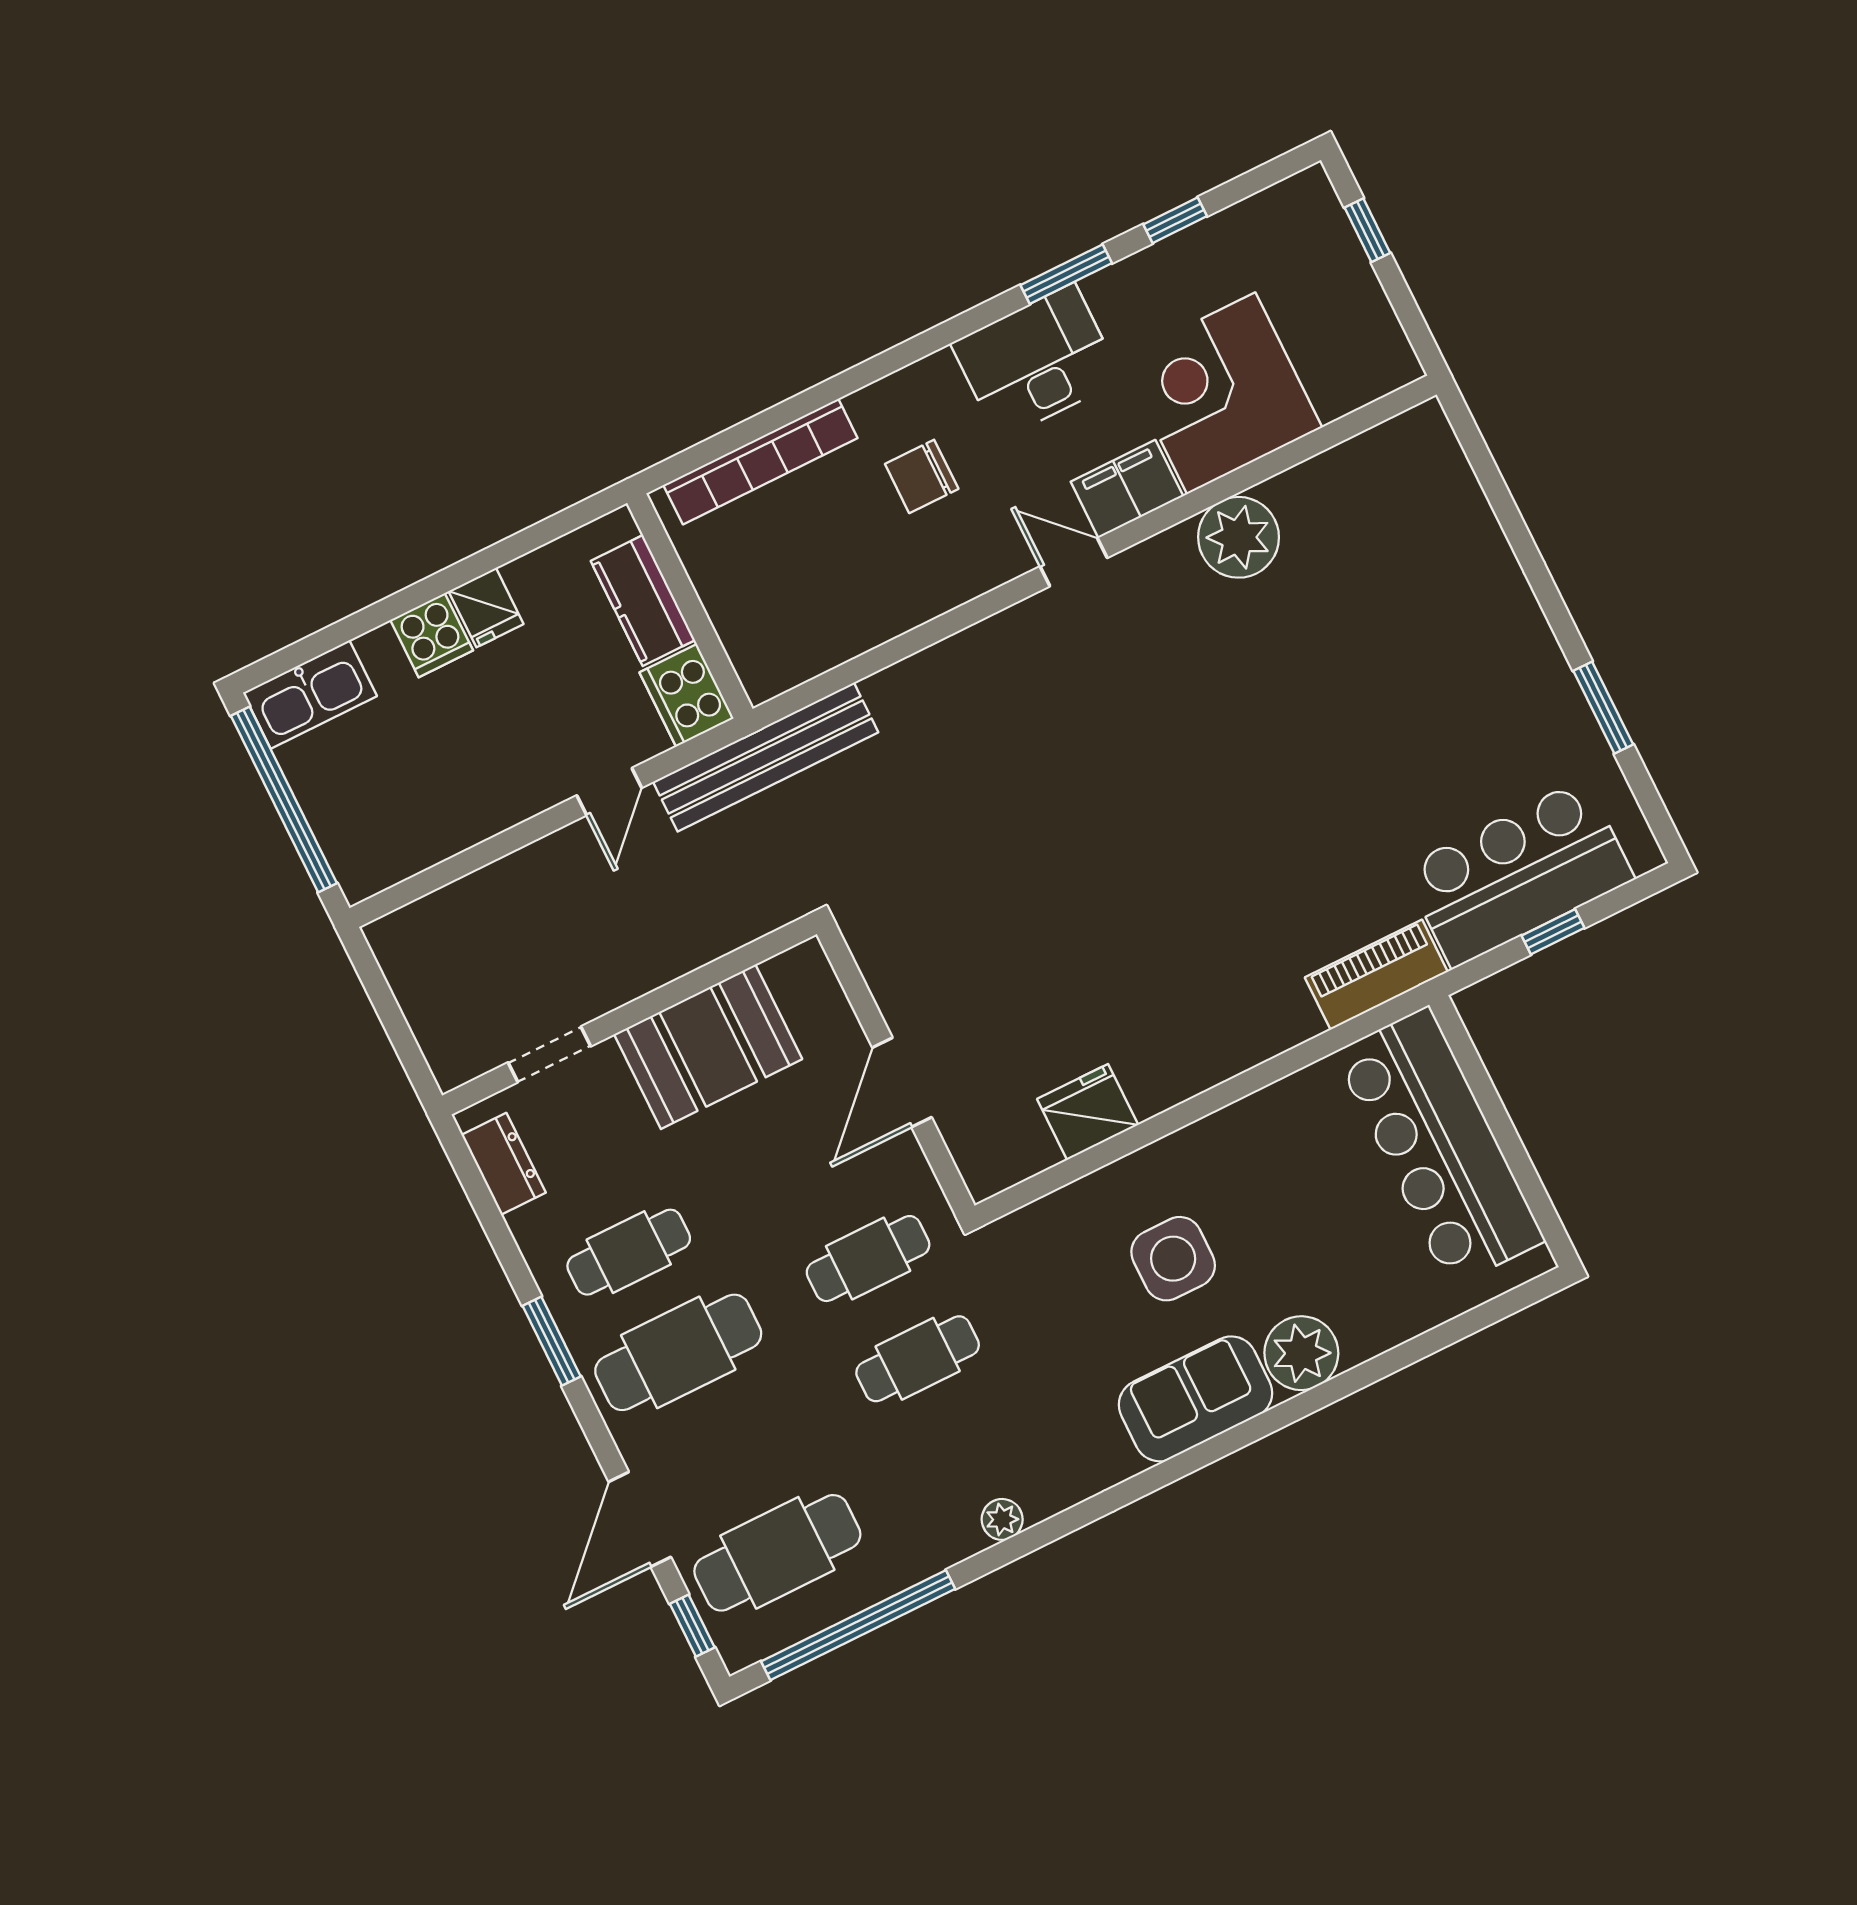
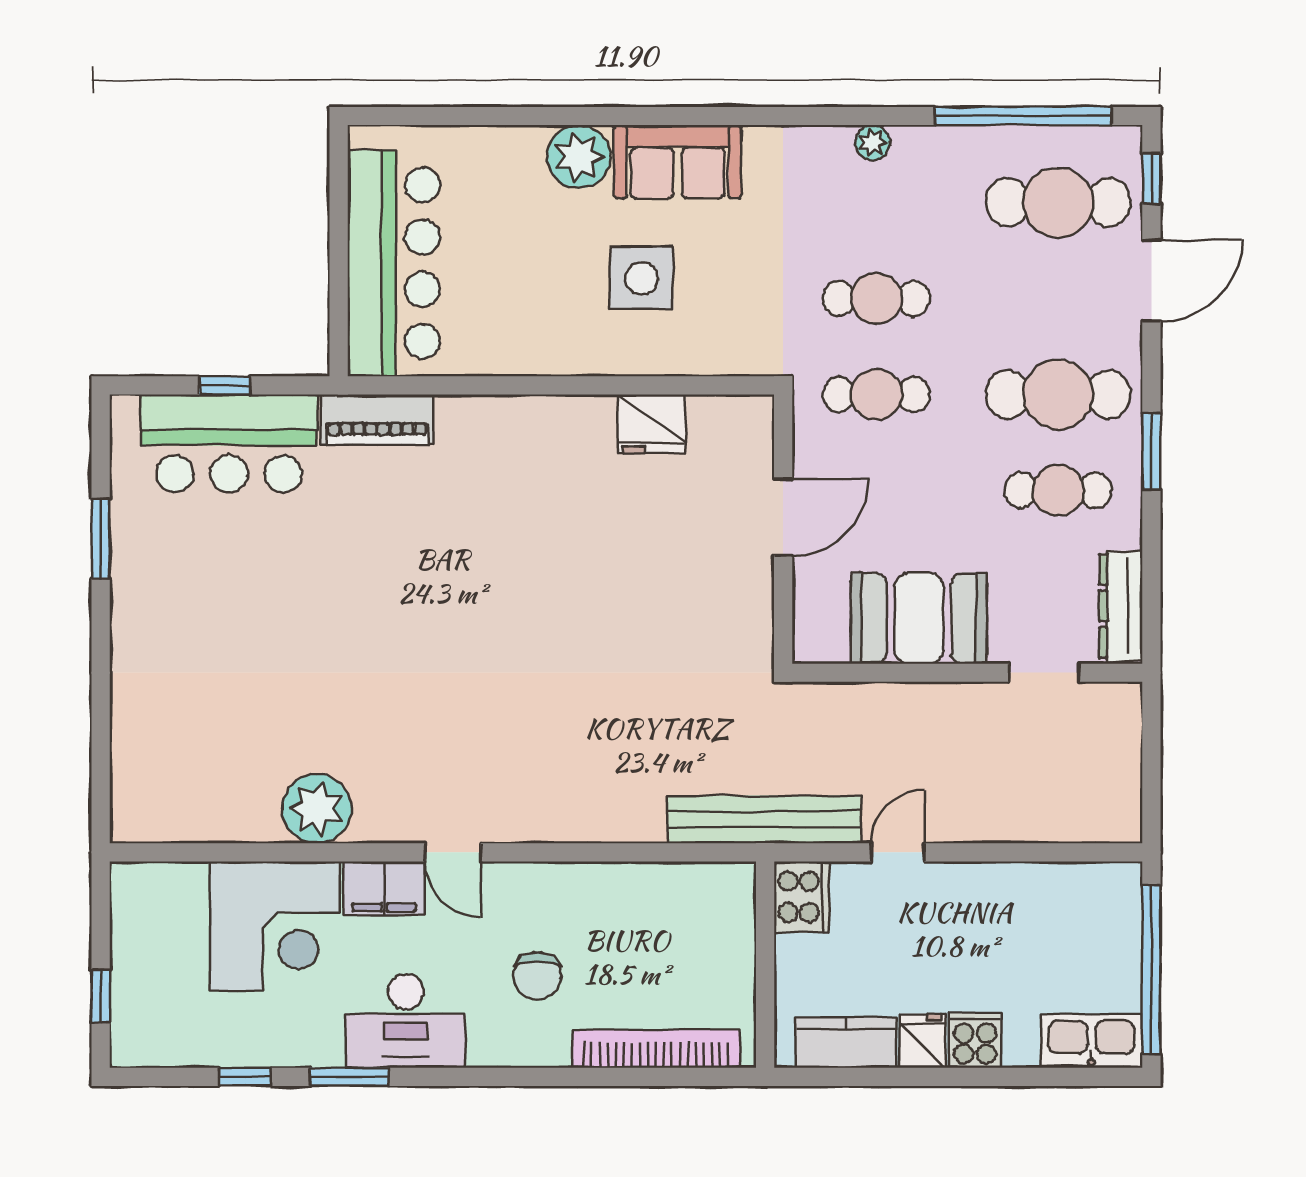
chair: (922, 476) -> (537, 976), turned 90
kitchen counter: (643, 601) -> (846, 1043), moved, turned -90
dresser: (504, 1164) -> (1121, 606), width x1.44

